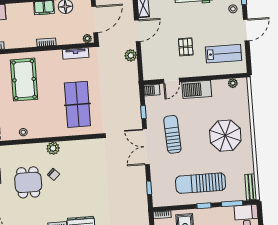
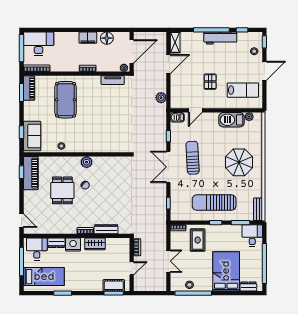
plant: (131, 55) -> (161, 98), moved
barbecue: (197, 89) -> (232, 120), moved
table tennis table: (77, 104) -> (111, 125), removed

